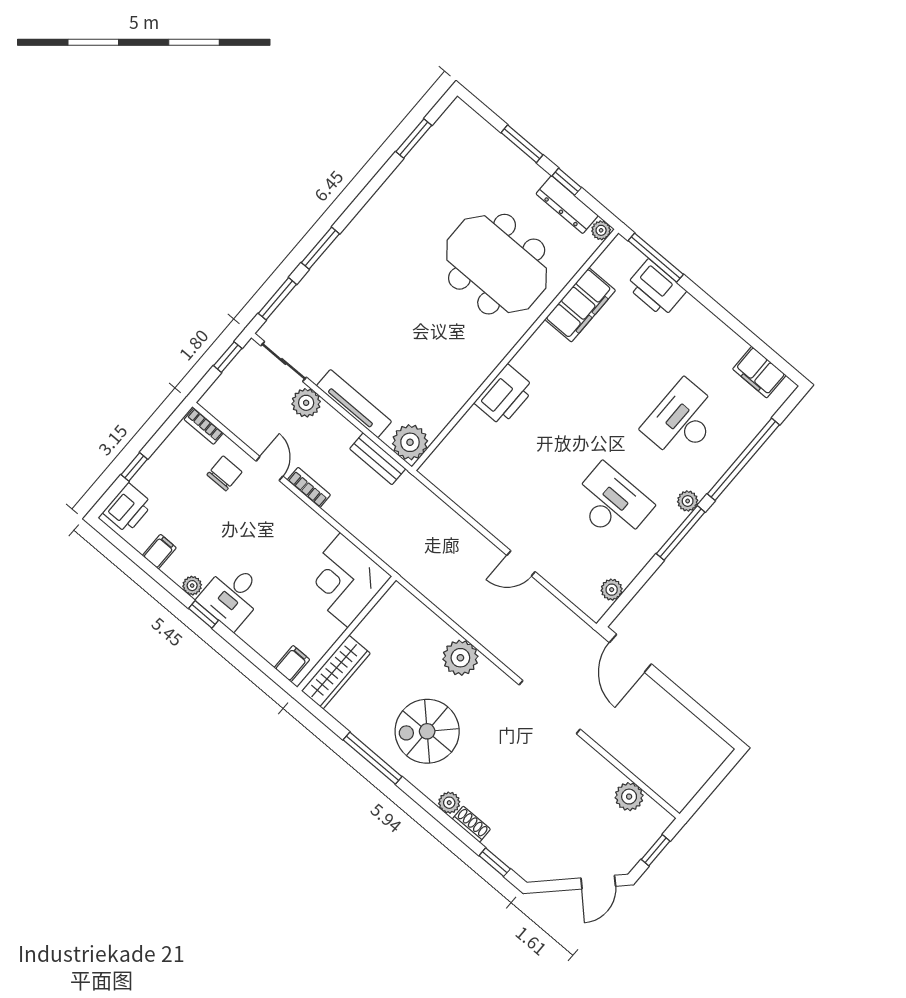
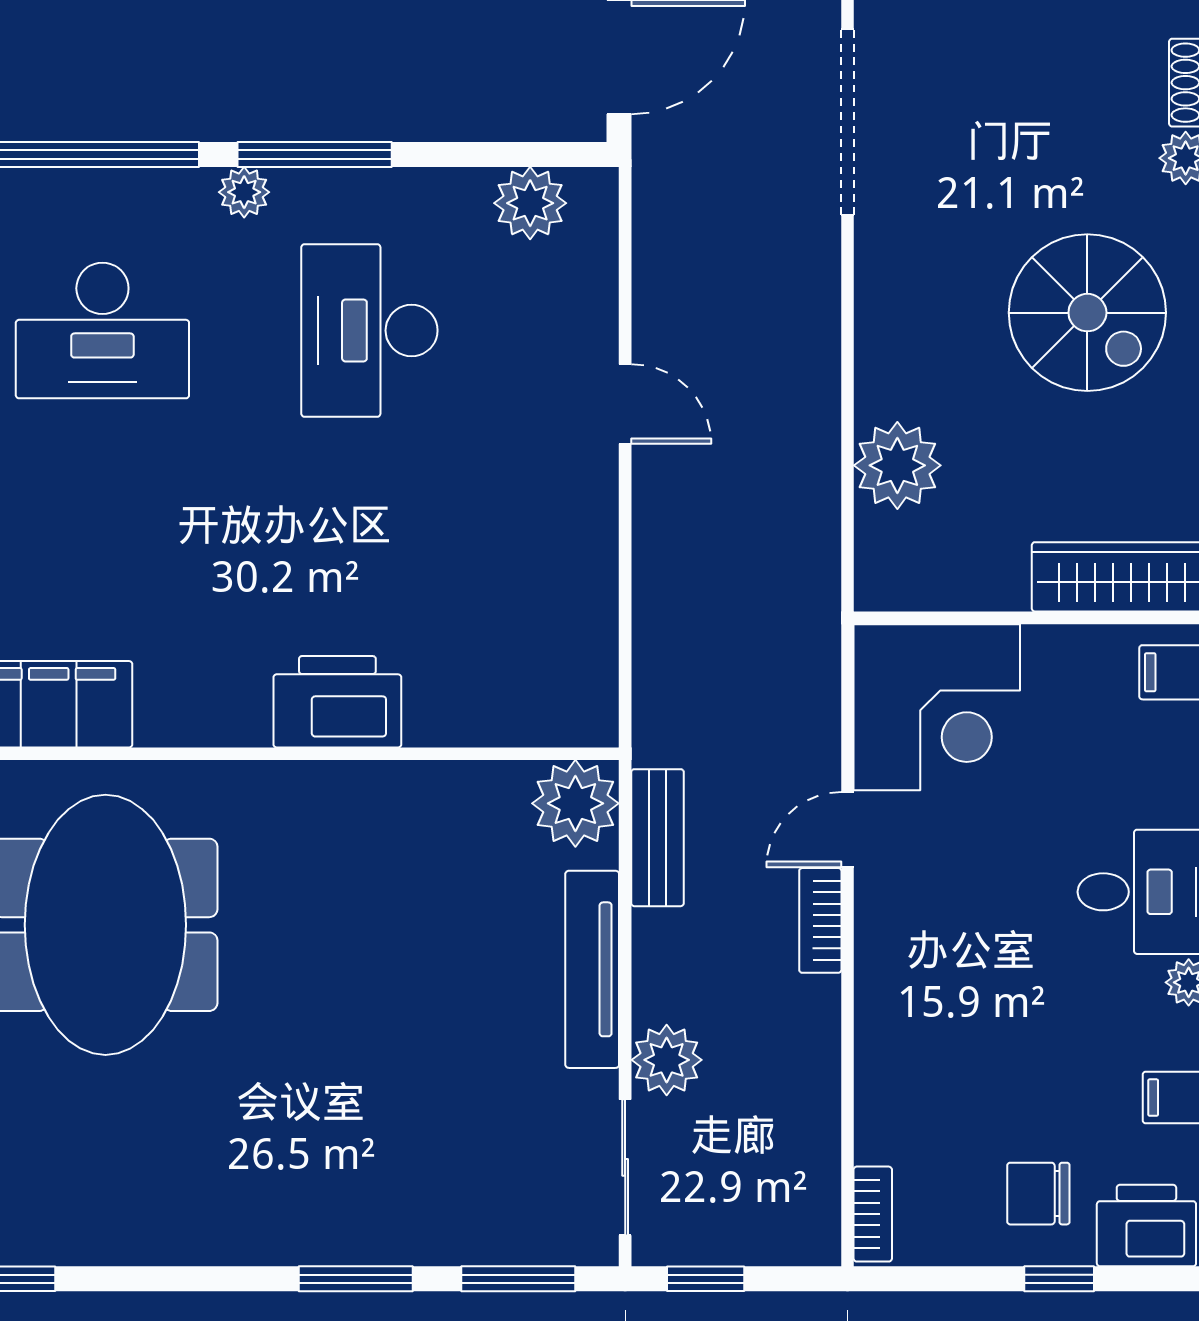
door: (269, 469) -> (848, 830), moved
chair: (225, 473) -> (1038, 1194), moved
plant: (612, 590) -> (530, 203), width x1.38, depth x1.38
plant: (460, 658) -> (897, 465), moved

